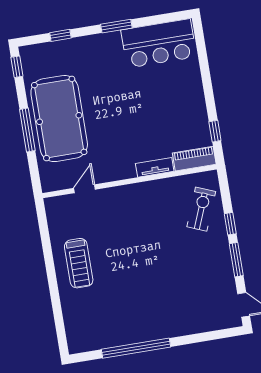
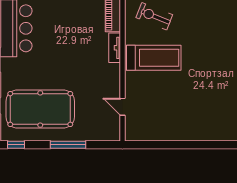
pool table: (59, 119) -> (40, 109), moved
treadmill: (79, 263) -> (154, 58), moved, width x1.37, depth x1.38

